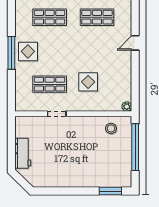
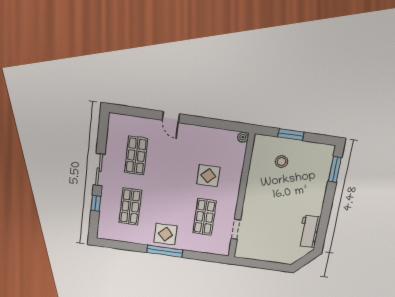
doorway: (57, 114) -> (236, 229), moved
stool: (111, 128) -> (282, 162), moved
window: (135, 147) -> (291, 135), width x0.47
workbench: (23, 153) -> (309, 231), moved, turned -90

